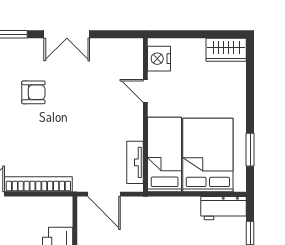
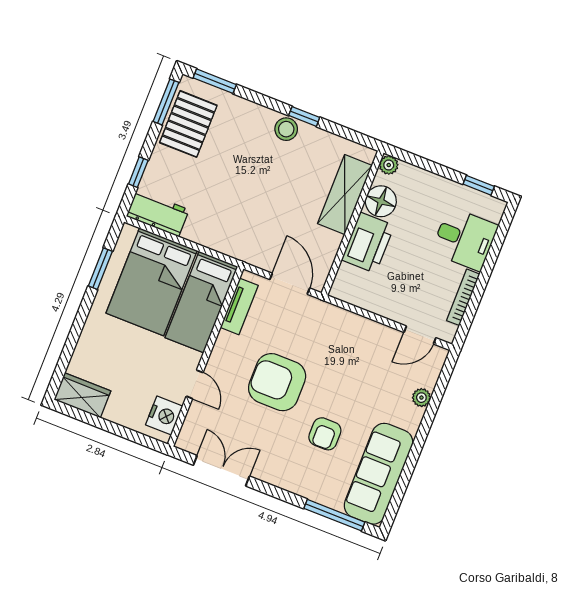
double door: (67, 34) -> (221, 471), moved
armchair: (33, 92) -> (325, 434), turned -90
armchair: (84, 117) -> (277, 382), added
bookcase: (38, 184) -> (361, 325), removed

